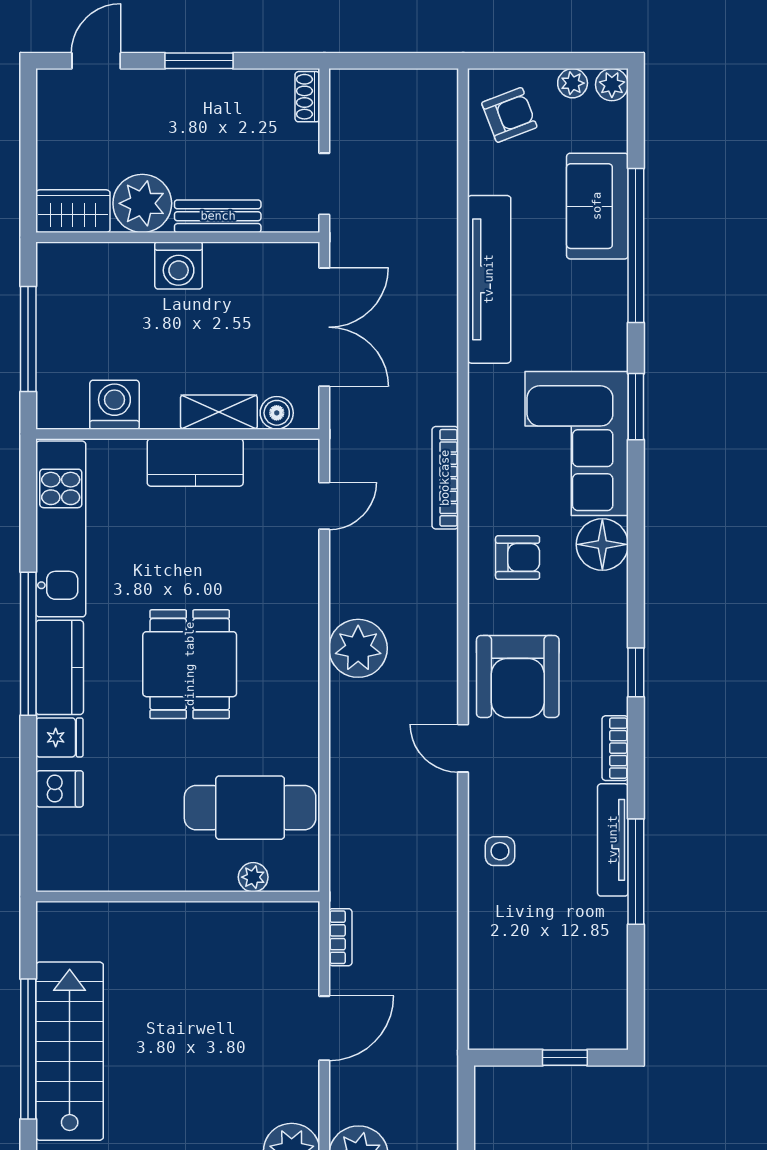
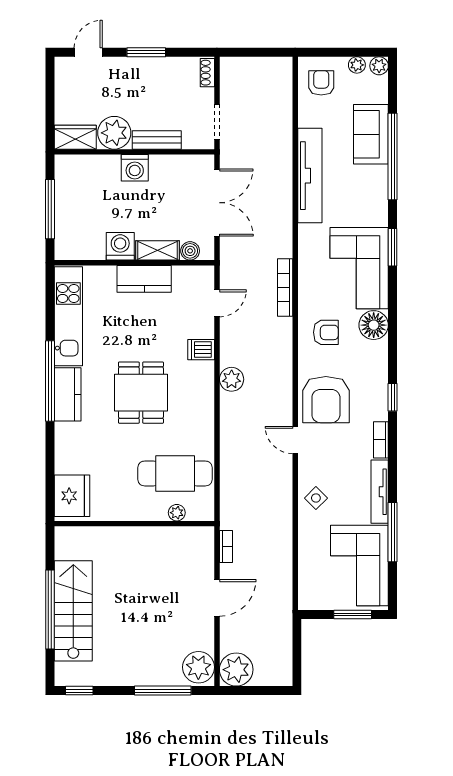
armchair: (509, 115) -> (321, 83), turned -69
washing machine: (114, 405) -> (120, 246), moved
plant: (358, 648) -> (232, 379), width x0.73, depth x0.73
fridge: (59, 737) -> (72, 496), moved, width x1.88, depth x1.34
dishwasher: (59, 789) -> (201, 350), moved, turned 180
side table: (500, 851) -> (316, 498), turned 45
window: (636, 872) -> (393, 532), moved
corner sofa: (577, 971) -> (359, 566), added
window: (565, 1058) -> (353, 615), width x1.50

